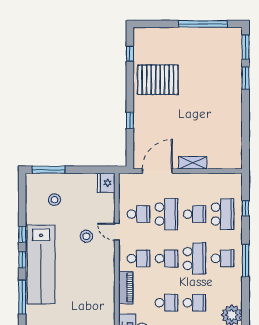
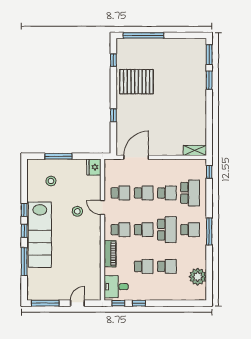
window: (203, 24) -> (143, 35), moved
shelving: (193, 163) -> (195, 150), moved
window: (49, 170) -> (58, 156), moved
window: (245, 208) -> (209, 172), moved
school desk: (166, 214) -> (144, 193), width x0.54

